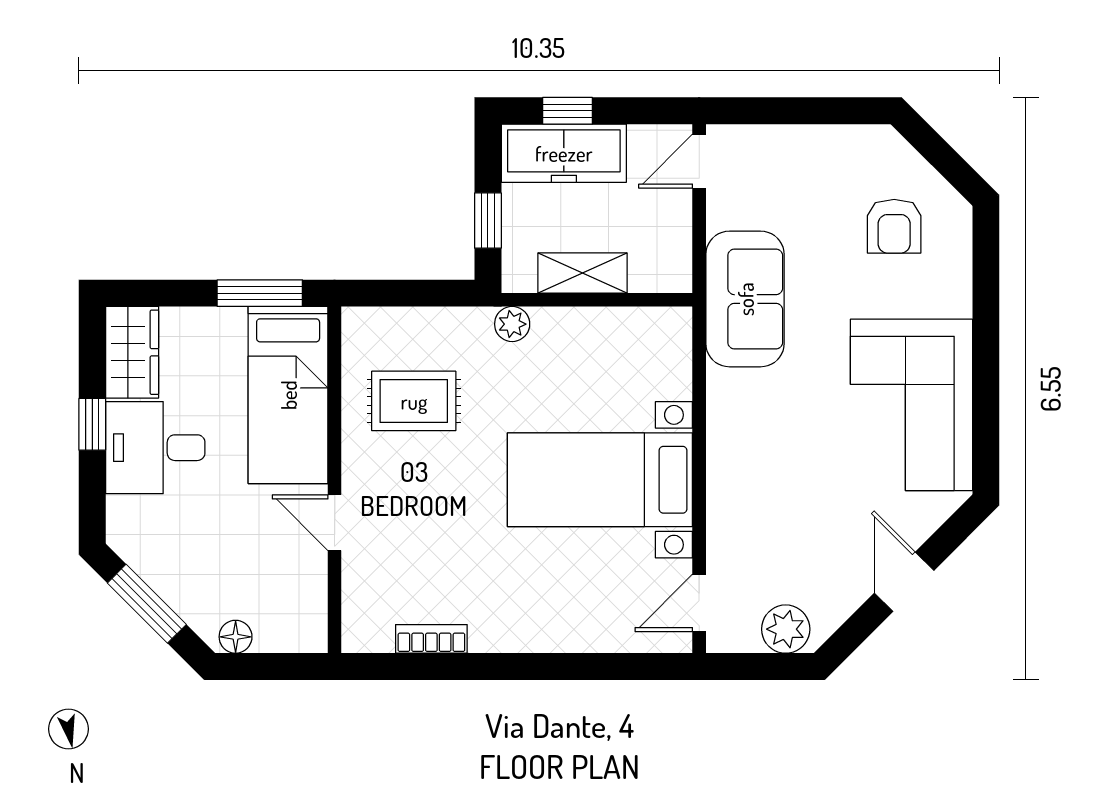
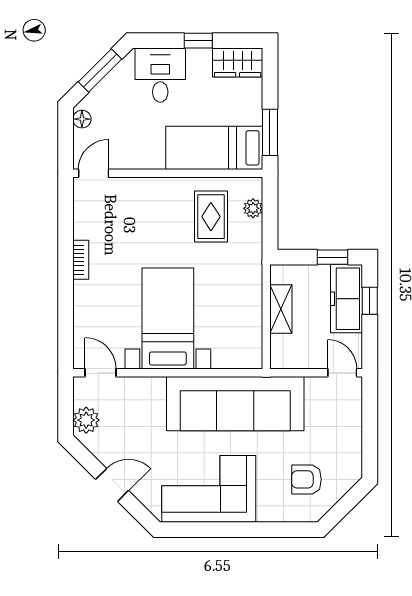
window: (488, 221) -> (333, 257), moved
sofa: (745, 299) -> (235, 404), width x1.85, depth x1.27
plant: (512, 324) -> (253, 208), moved
desk: (155, 448) -> (160, 75), moved
door: (335, 523) -> (94, 173), moved
bookcase: (431, 639) -> (81, 260), moved

